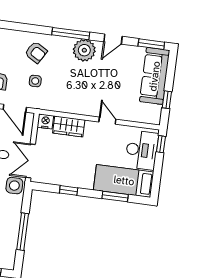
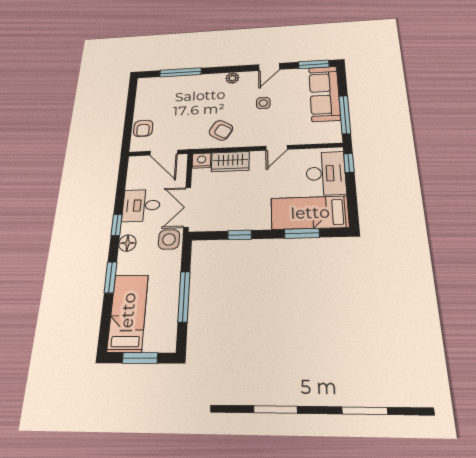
window: (71, 34) -> (180, 72), moved
plant: (84, 50) -> (232, 78), width x0.53, depth x0.53
armchair: (36, 52) -> (221, 130), moved
side table: (35, 81) -> (263, 103), moved
window: (167, 100) -> (345, 115), width x2.17
door: (107, 121) -> (277, 148), swing flipped

